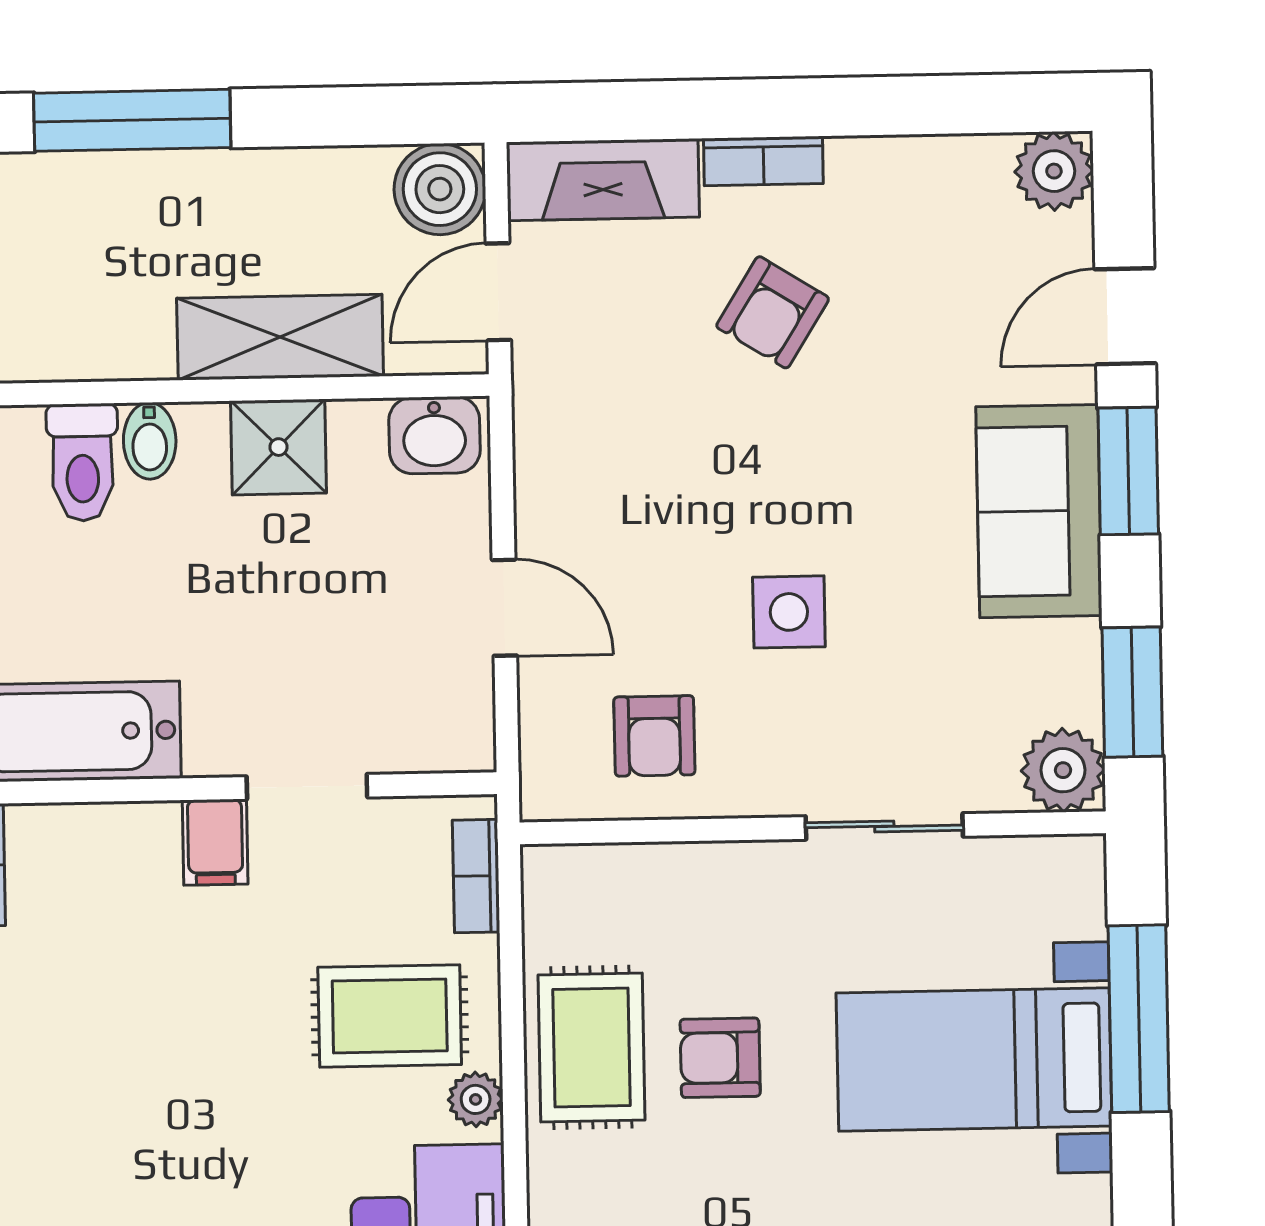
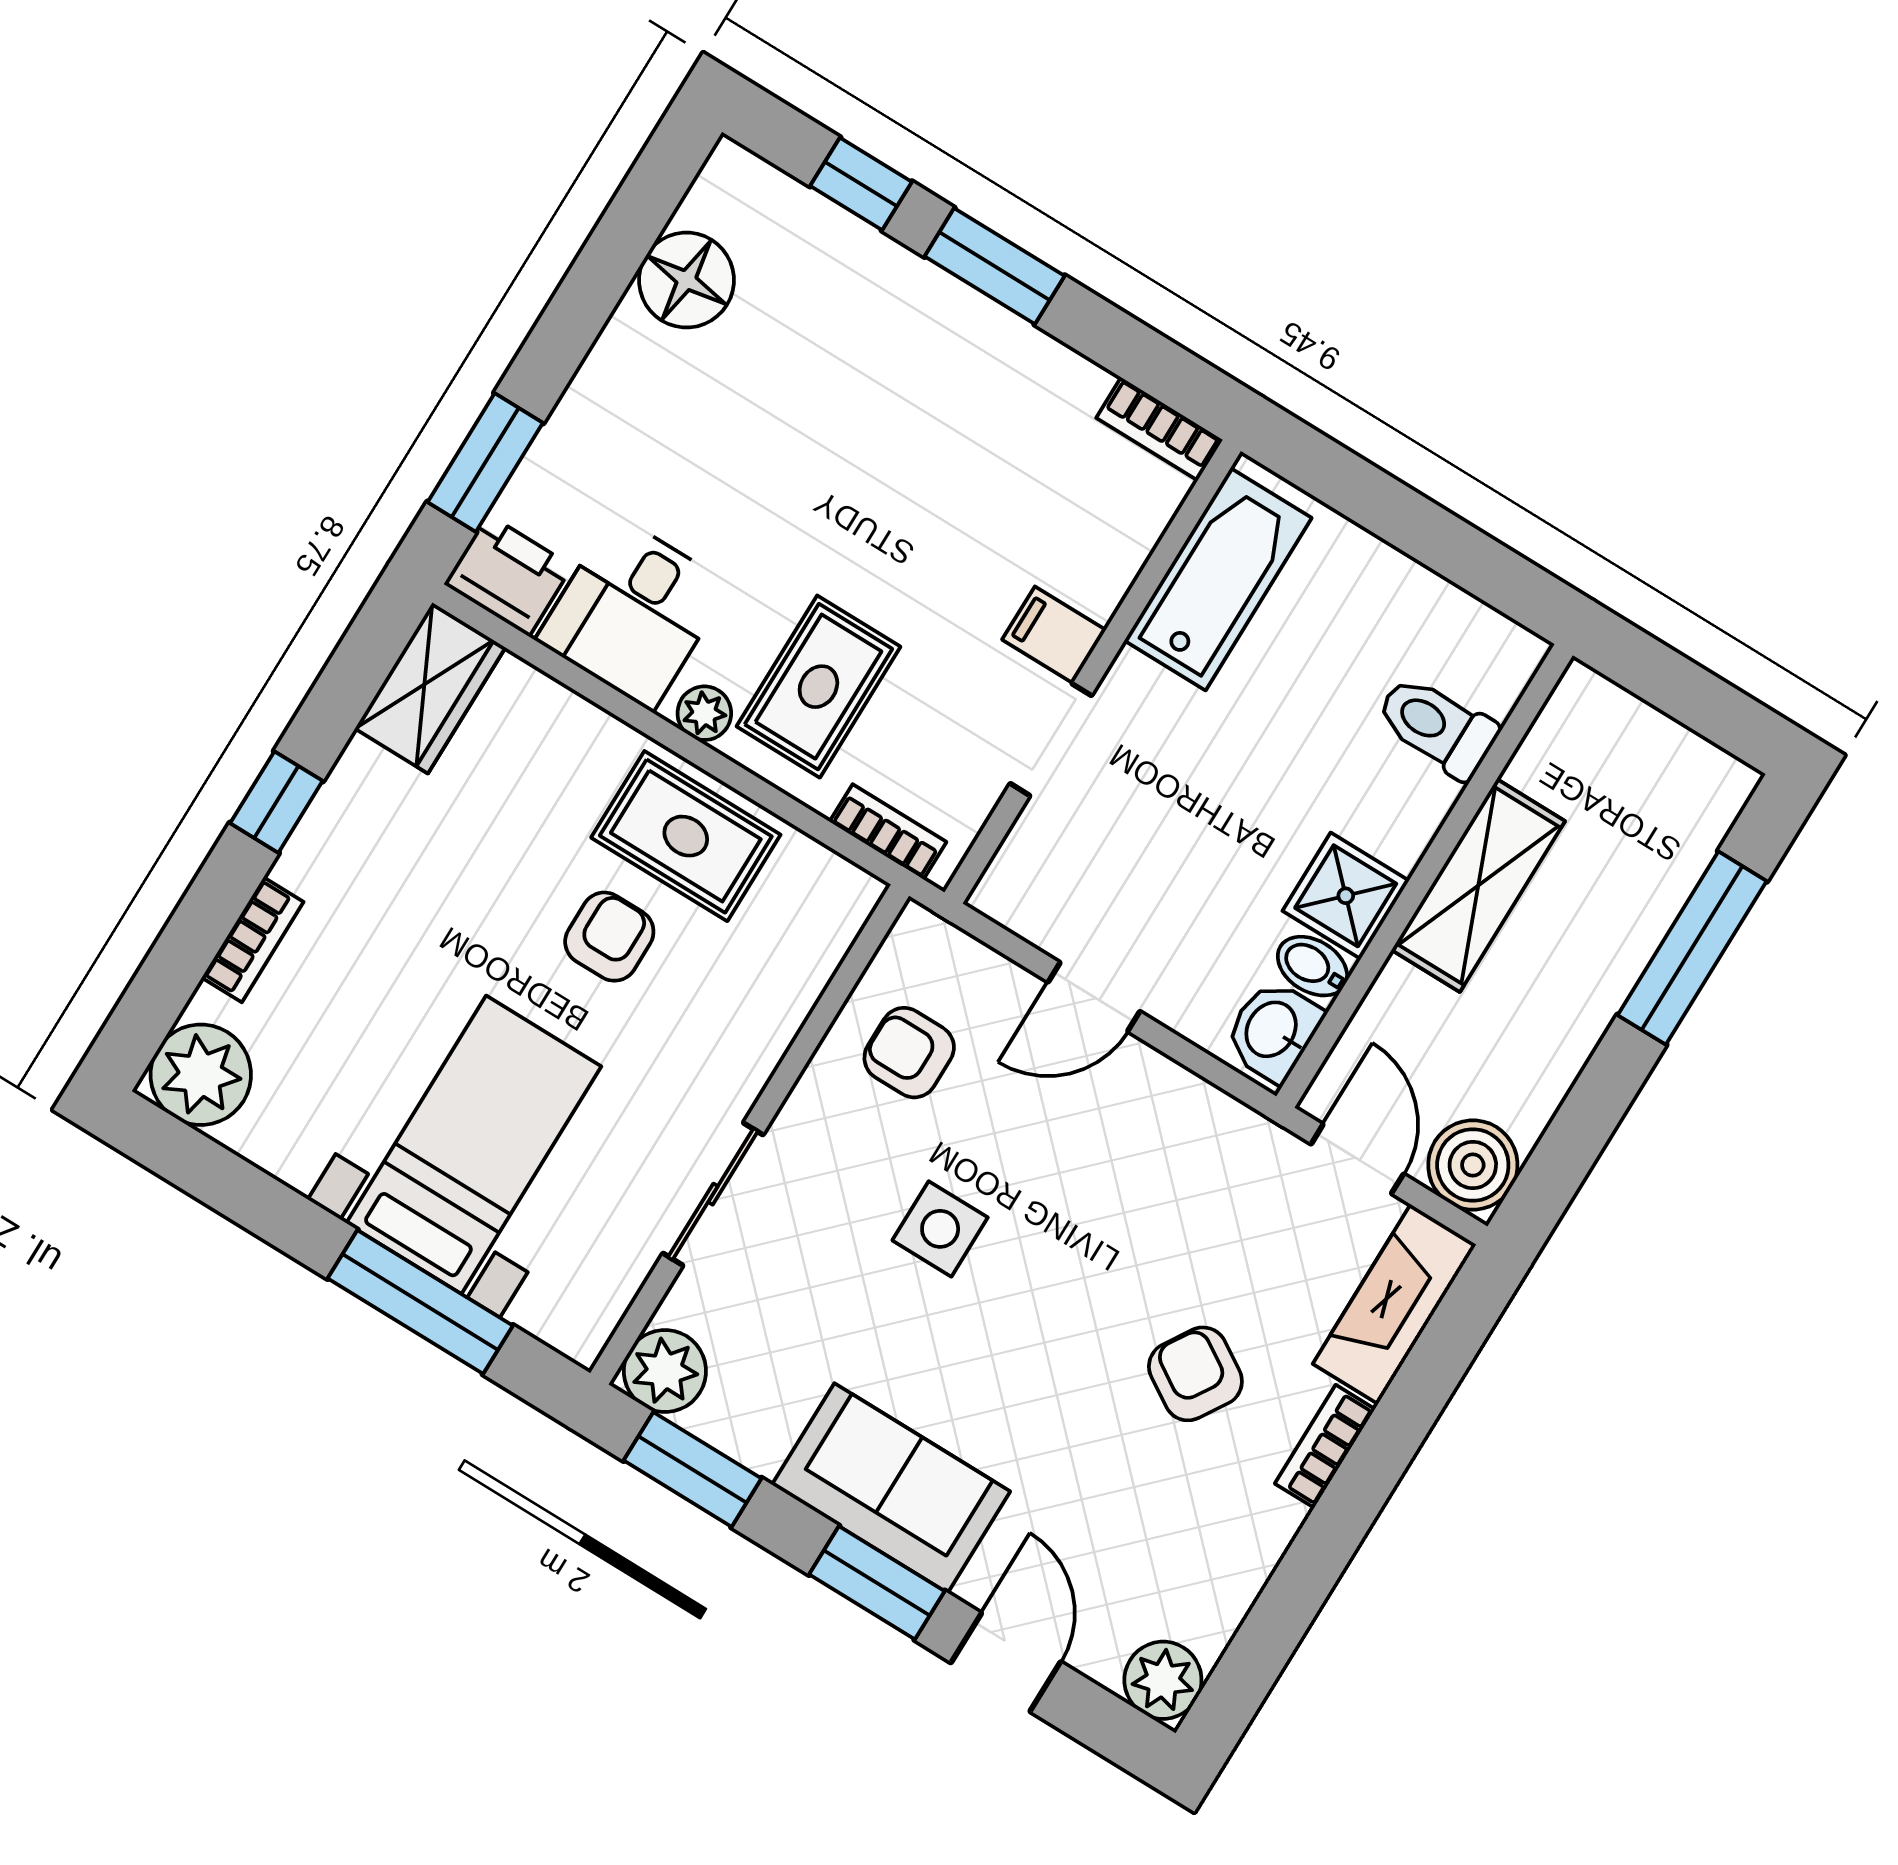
shelving: (280, 337) -> (1478, 885), moved
bidet: (150, 441) -> (1312, 966), moved

